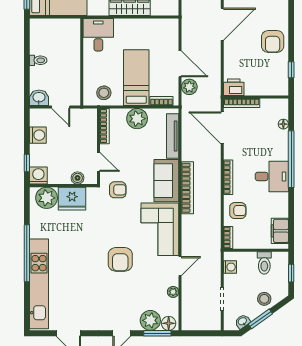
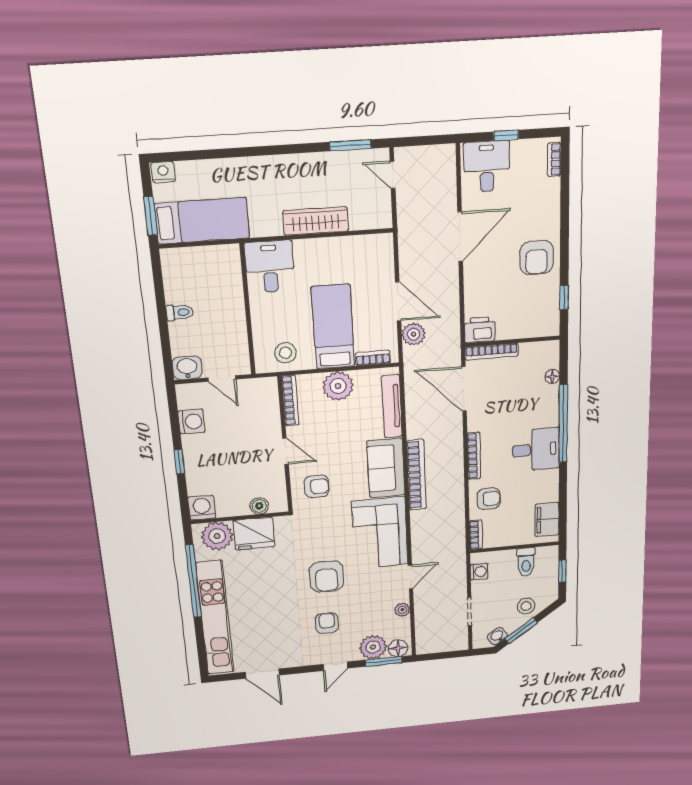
washing machine: (38, 176) -> (202, 508), moved
boiler: (77, 178) -> (259, 506), moved
wall: (63, 186) -> (240, 518), moved
plant: (47, 198) -> (217, 536), moved
fridge: (72, 199) -> (254, 534), moved
armchair: (118, 297) -> (327, 623), added

